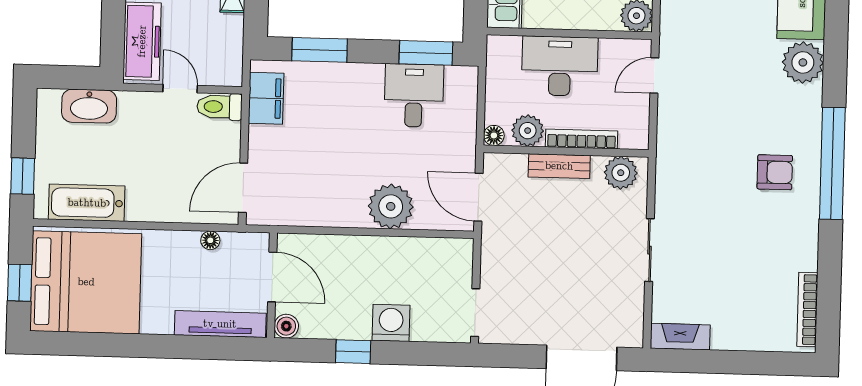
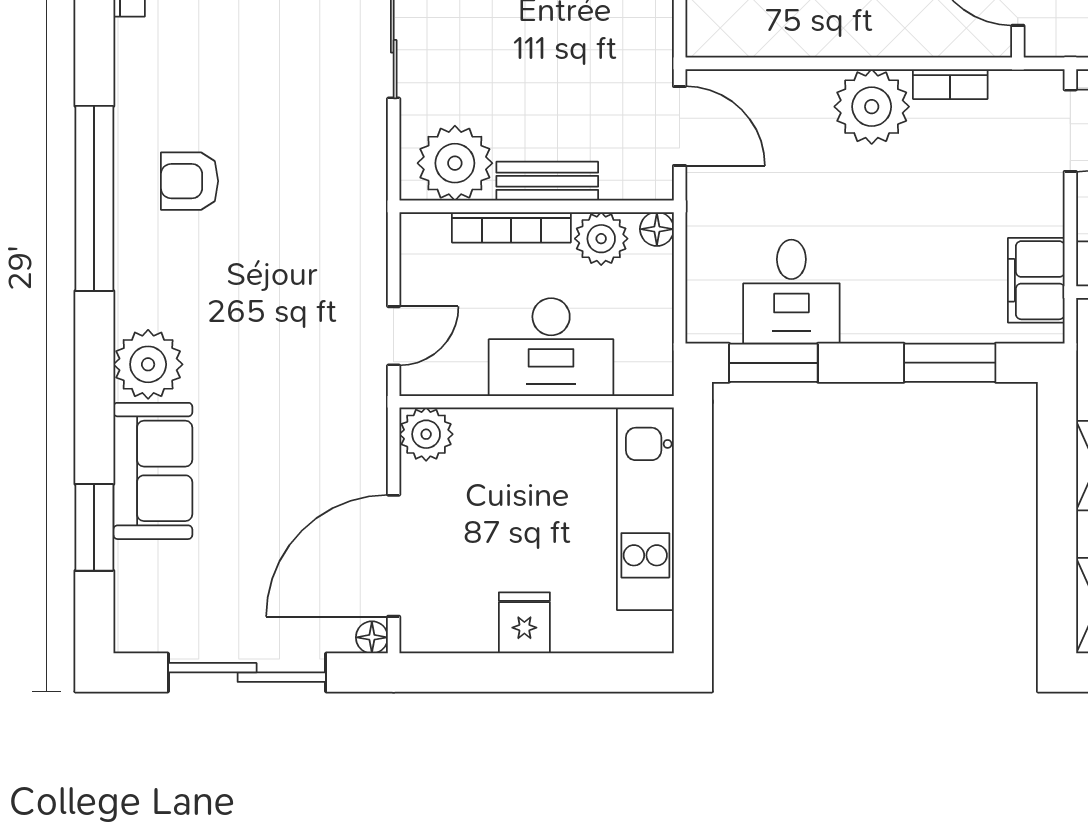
plant: (621, 173) -> (455, 163), width x1.36, depth x1.36
plant: (391, 206) -> (872, 107), moved
bookcase: (315, 218) -> (950, 84), added

